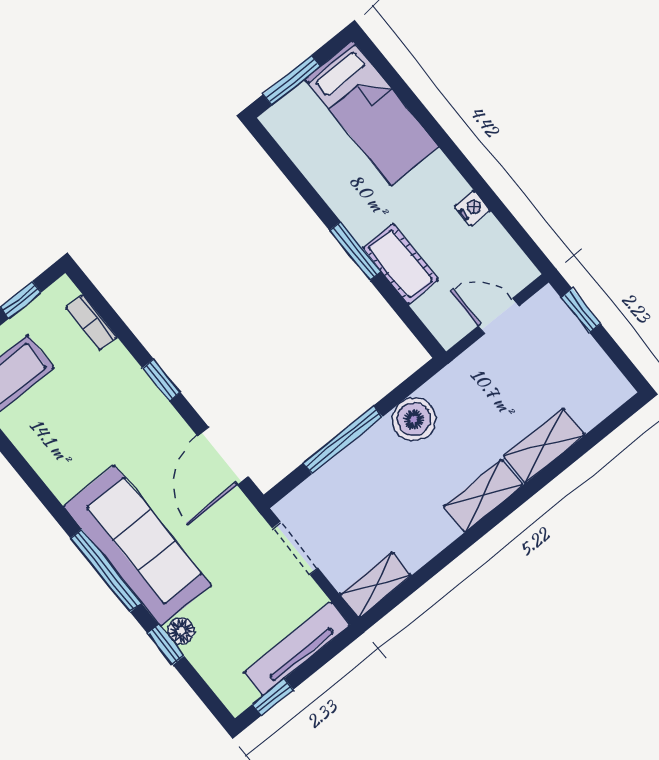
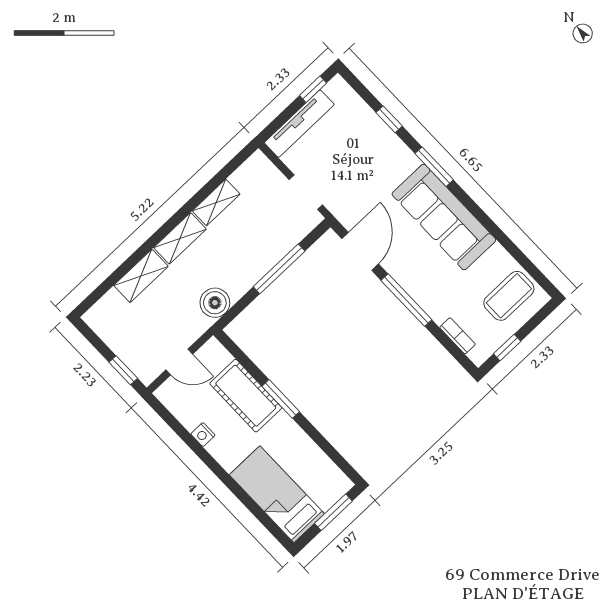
cot: (400, 264) -> (246, 396), width x1.37, depth x1.34
window: (161, 380) -> (406, 300), width x2.17
boiler: (414, 419) -> (215, 303), moved
sofa: (137, 546) -> (444, 217), moved
window: (106, 571) -> (434, 167), width x0.69
shelving: (376, 585) -> (216, 202), moved
floor lamp: (181, 631) -> (380, 130), removed

